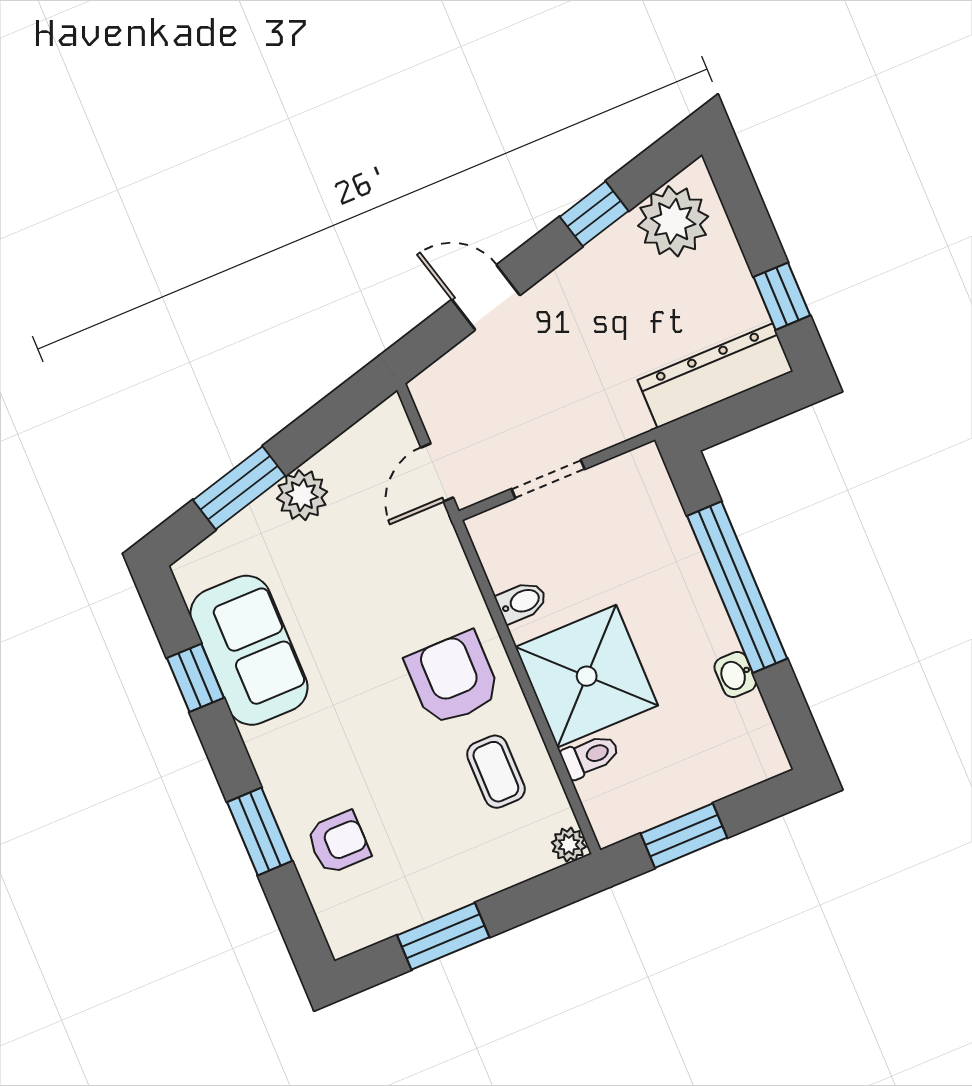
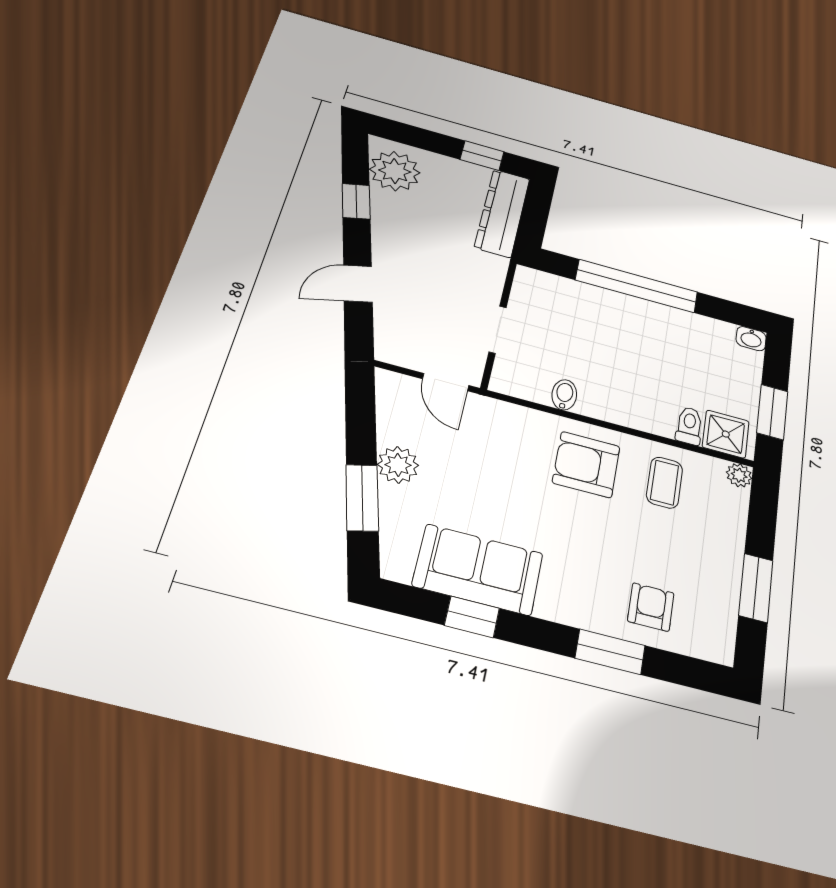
washbasin: (735, 675) -> (751, 339), moved
shower: (587, 676) -> (726, 434), moved, width x0.54, depth x0.54
coffee table: (496, 772) -> (665, 483), turned 90

